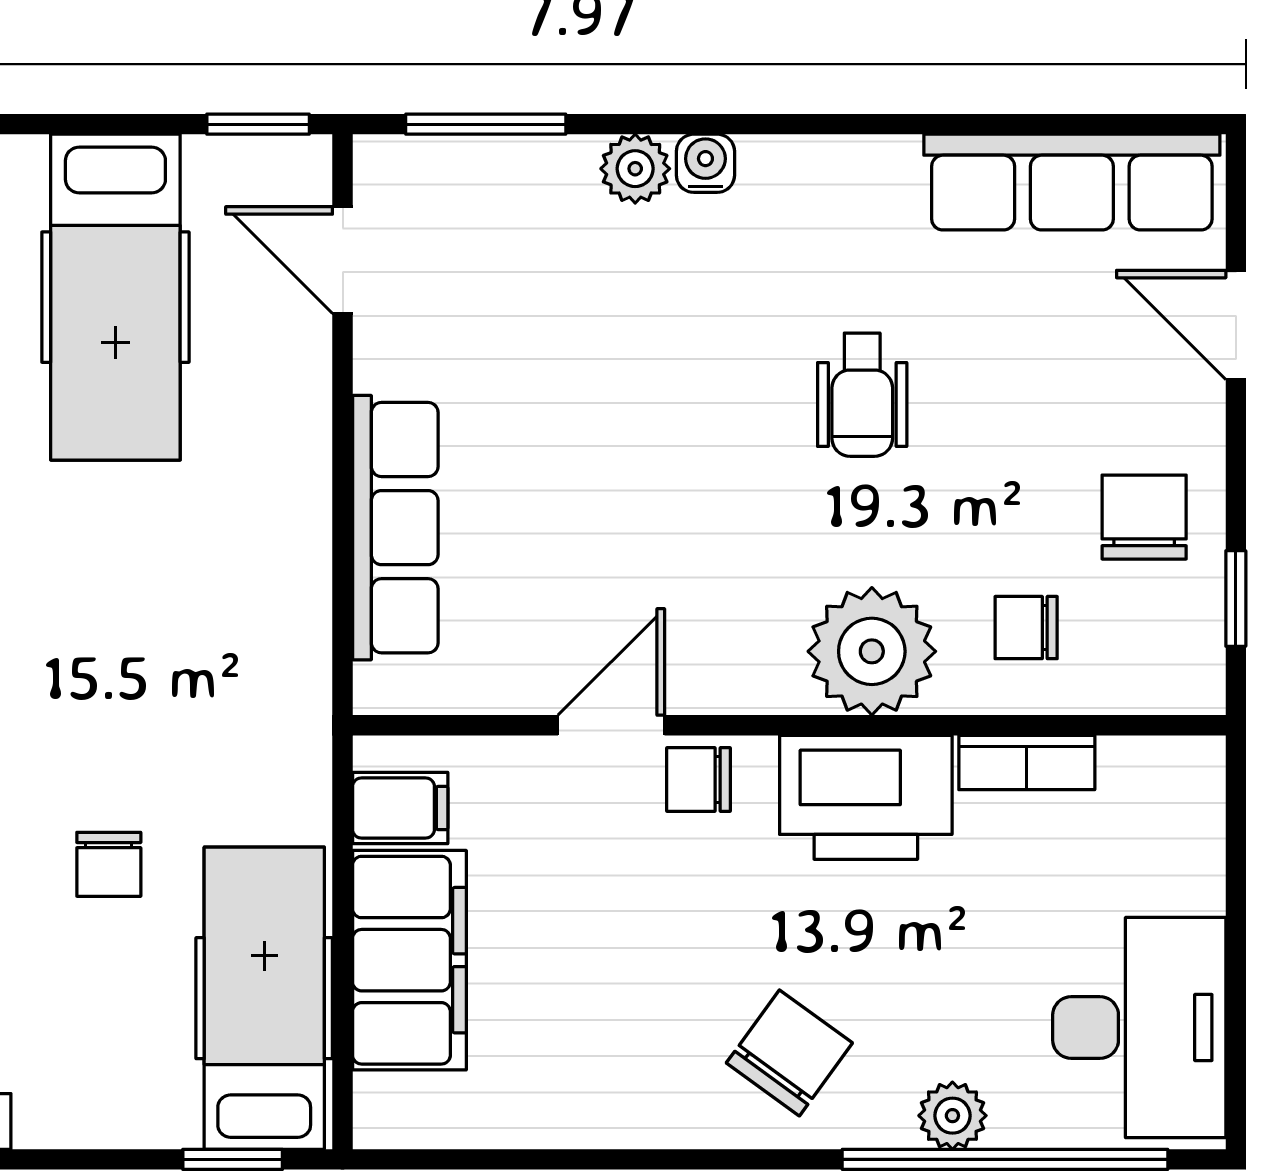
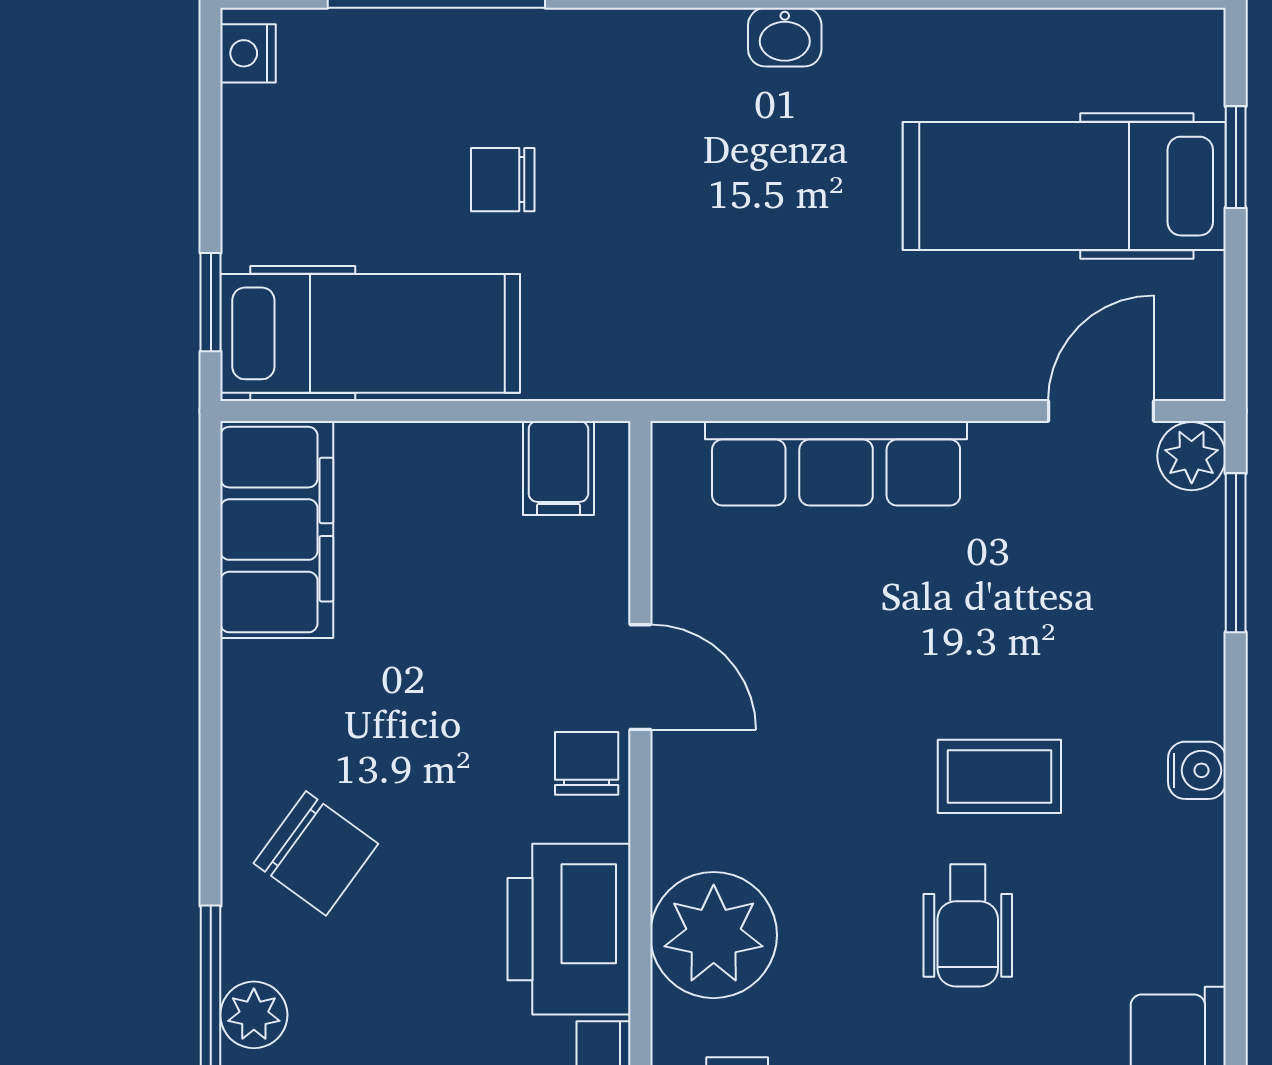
window: (258, 124) -> (1236, 157), moved
plant: (635, 169) -> (1192, 456), moved
coffee table: (712, 363) -> (999, 776), added
wheelchair: (862, 395) -> (968, 926), turned -90
filing cabinet: (409, 960) -> (277, 530), moved, turned -90

